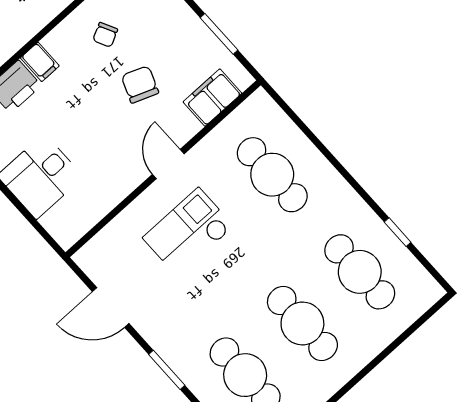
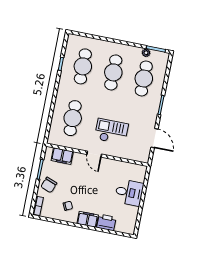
filing cabinet: (40, 62) -> (88, 219), width x2.00
chair: (140, 84) -> (49, 185), moved
door: (168, 164) -> (94, 154), hinge flipped
checkout: (188, 232) -> (111, 131), turned 180

